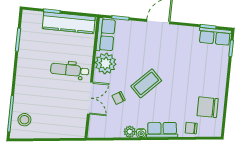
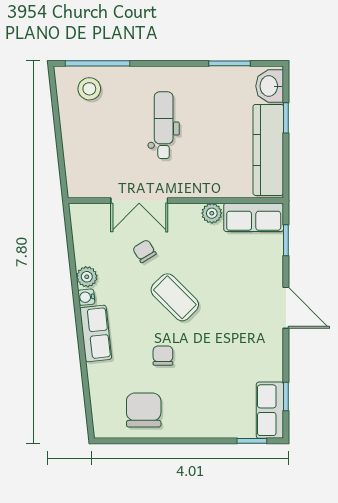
washbasin: (33, 18) -> (270, 86), added
plant: (106, 63) -> (212, 213), width x0.53, depth x0.53
dental chair: (70, 70) -> (164, 125), moved
chair: (191, 128) -> (163, 356), moved

